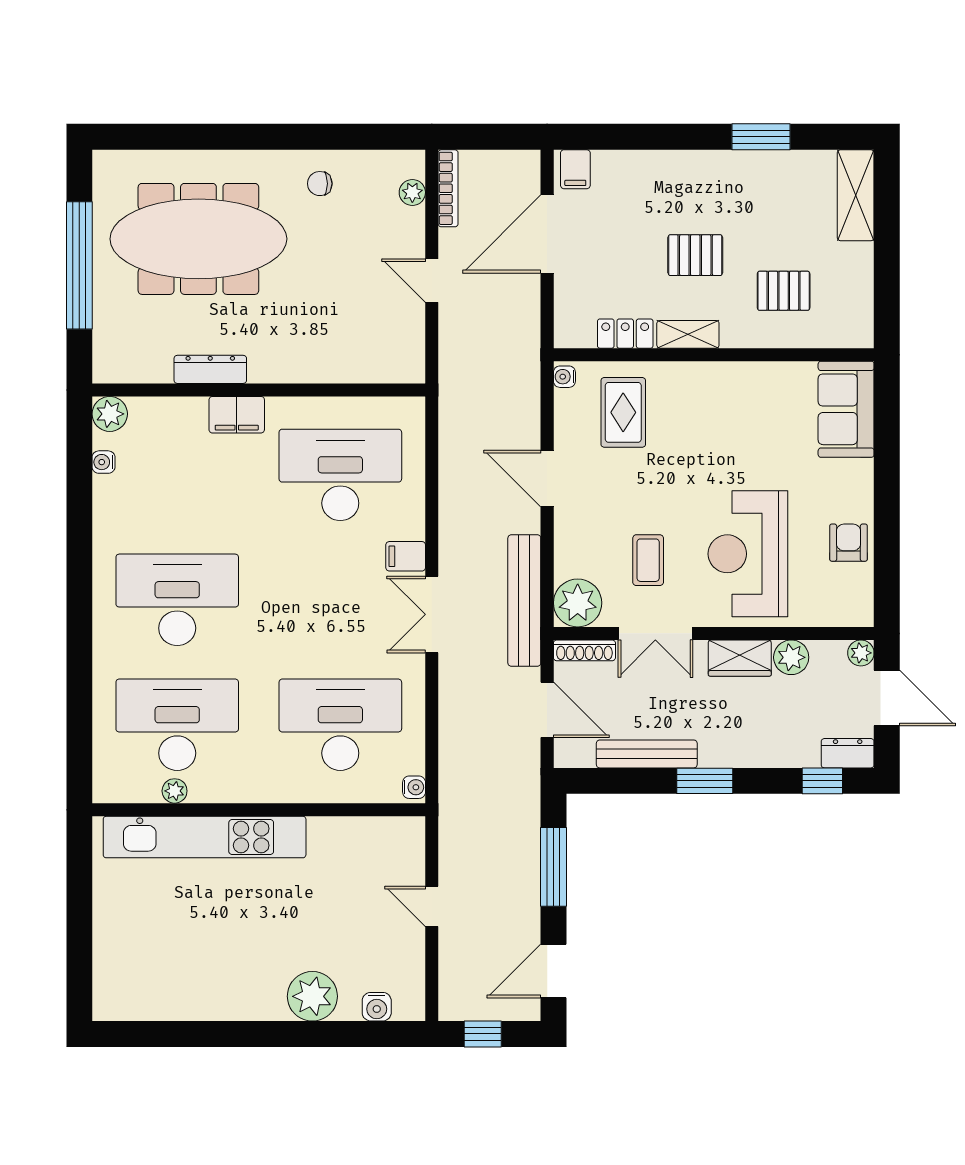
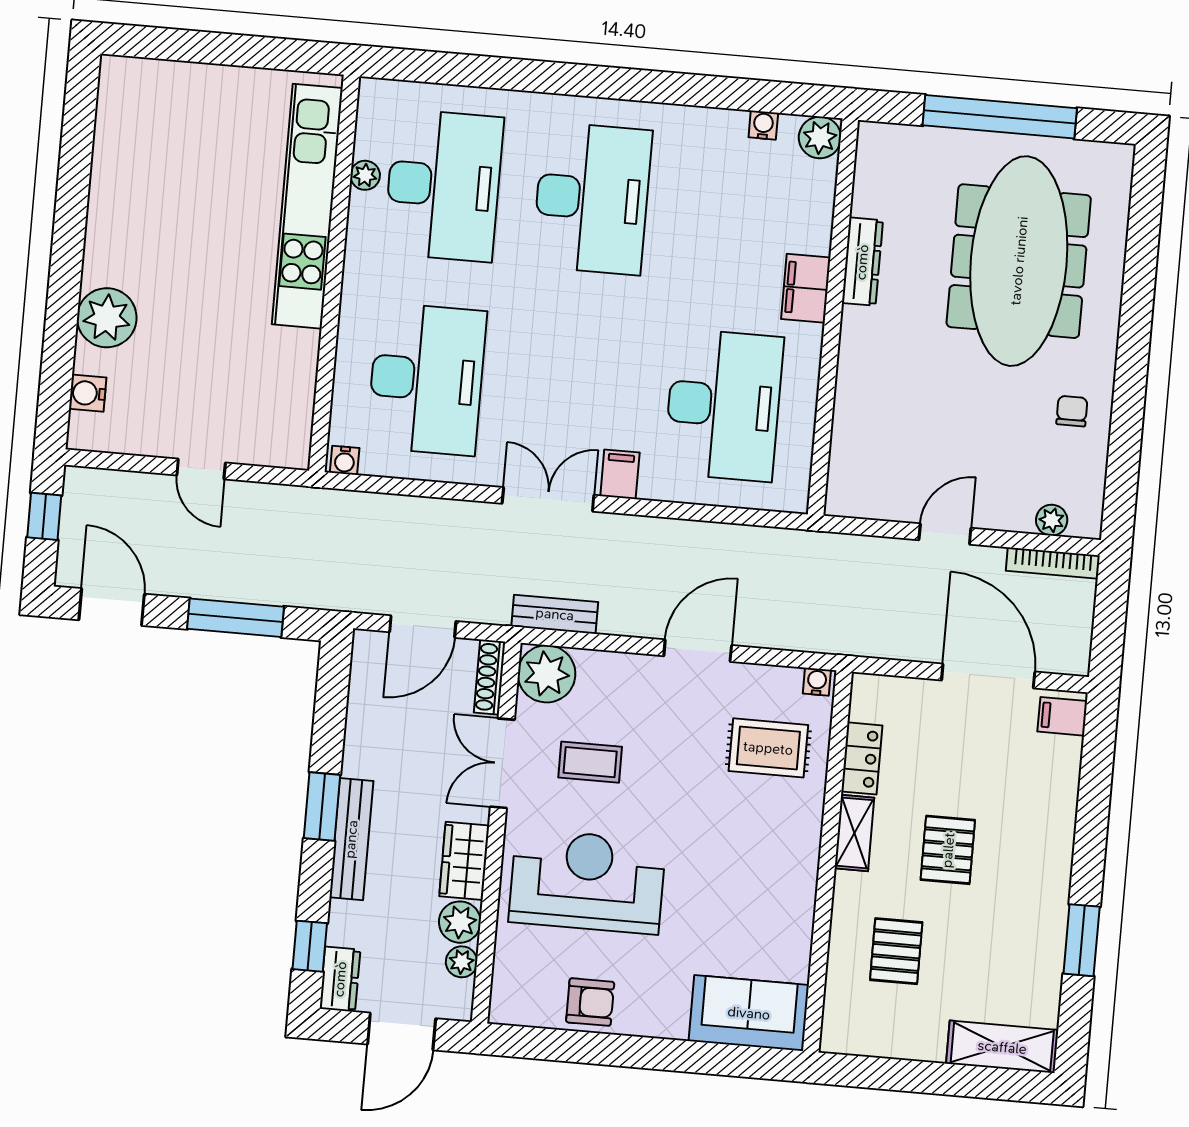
bench: (524, 601) -> (555, 614), width x0.54, depth x0.82
plant: (861, 653) -> (462, 962), moved
bench: (647, 754) -> (351, 839), moved
door: (432, 906) -> (201, 469), swing flipped

